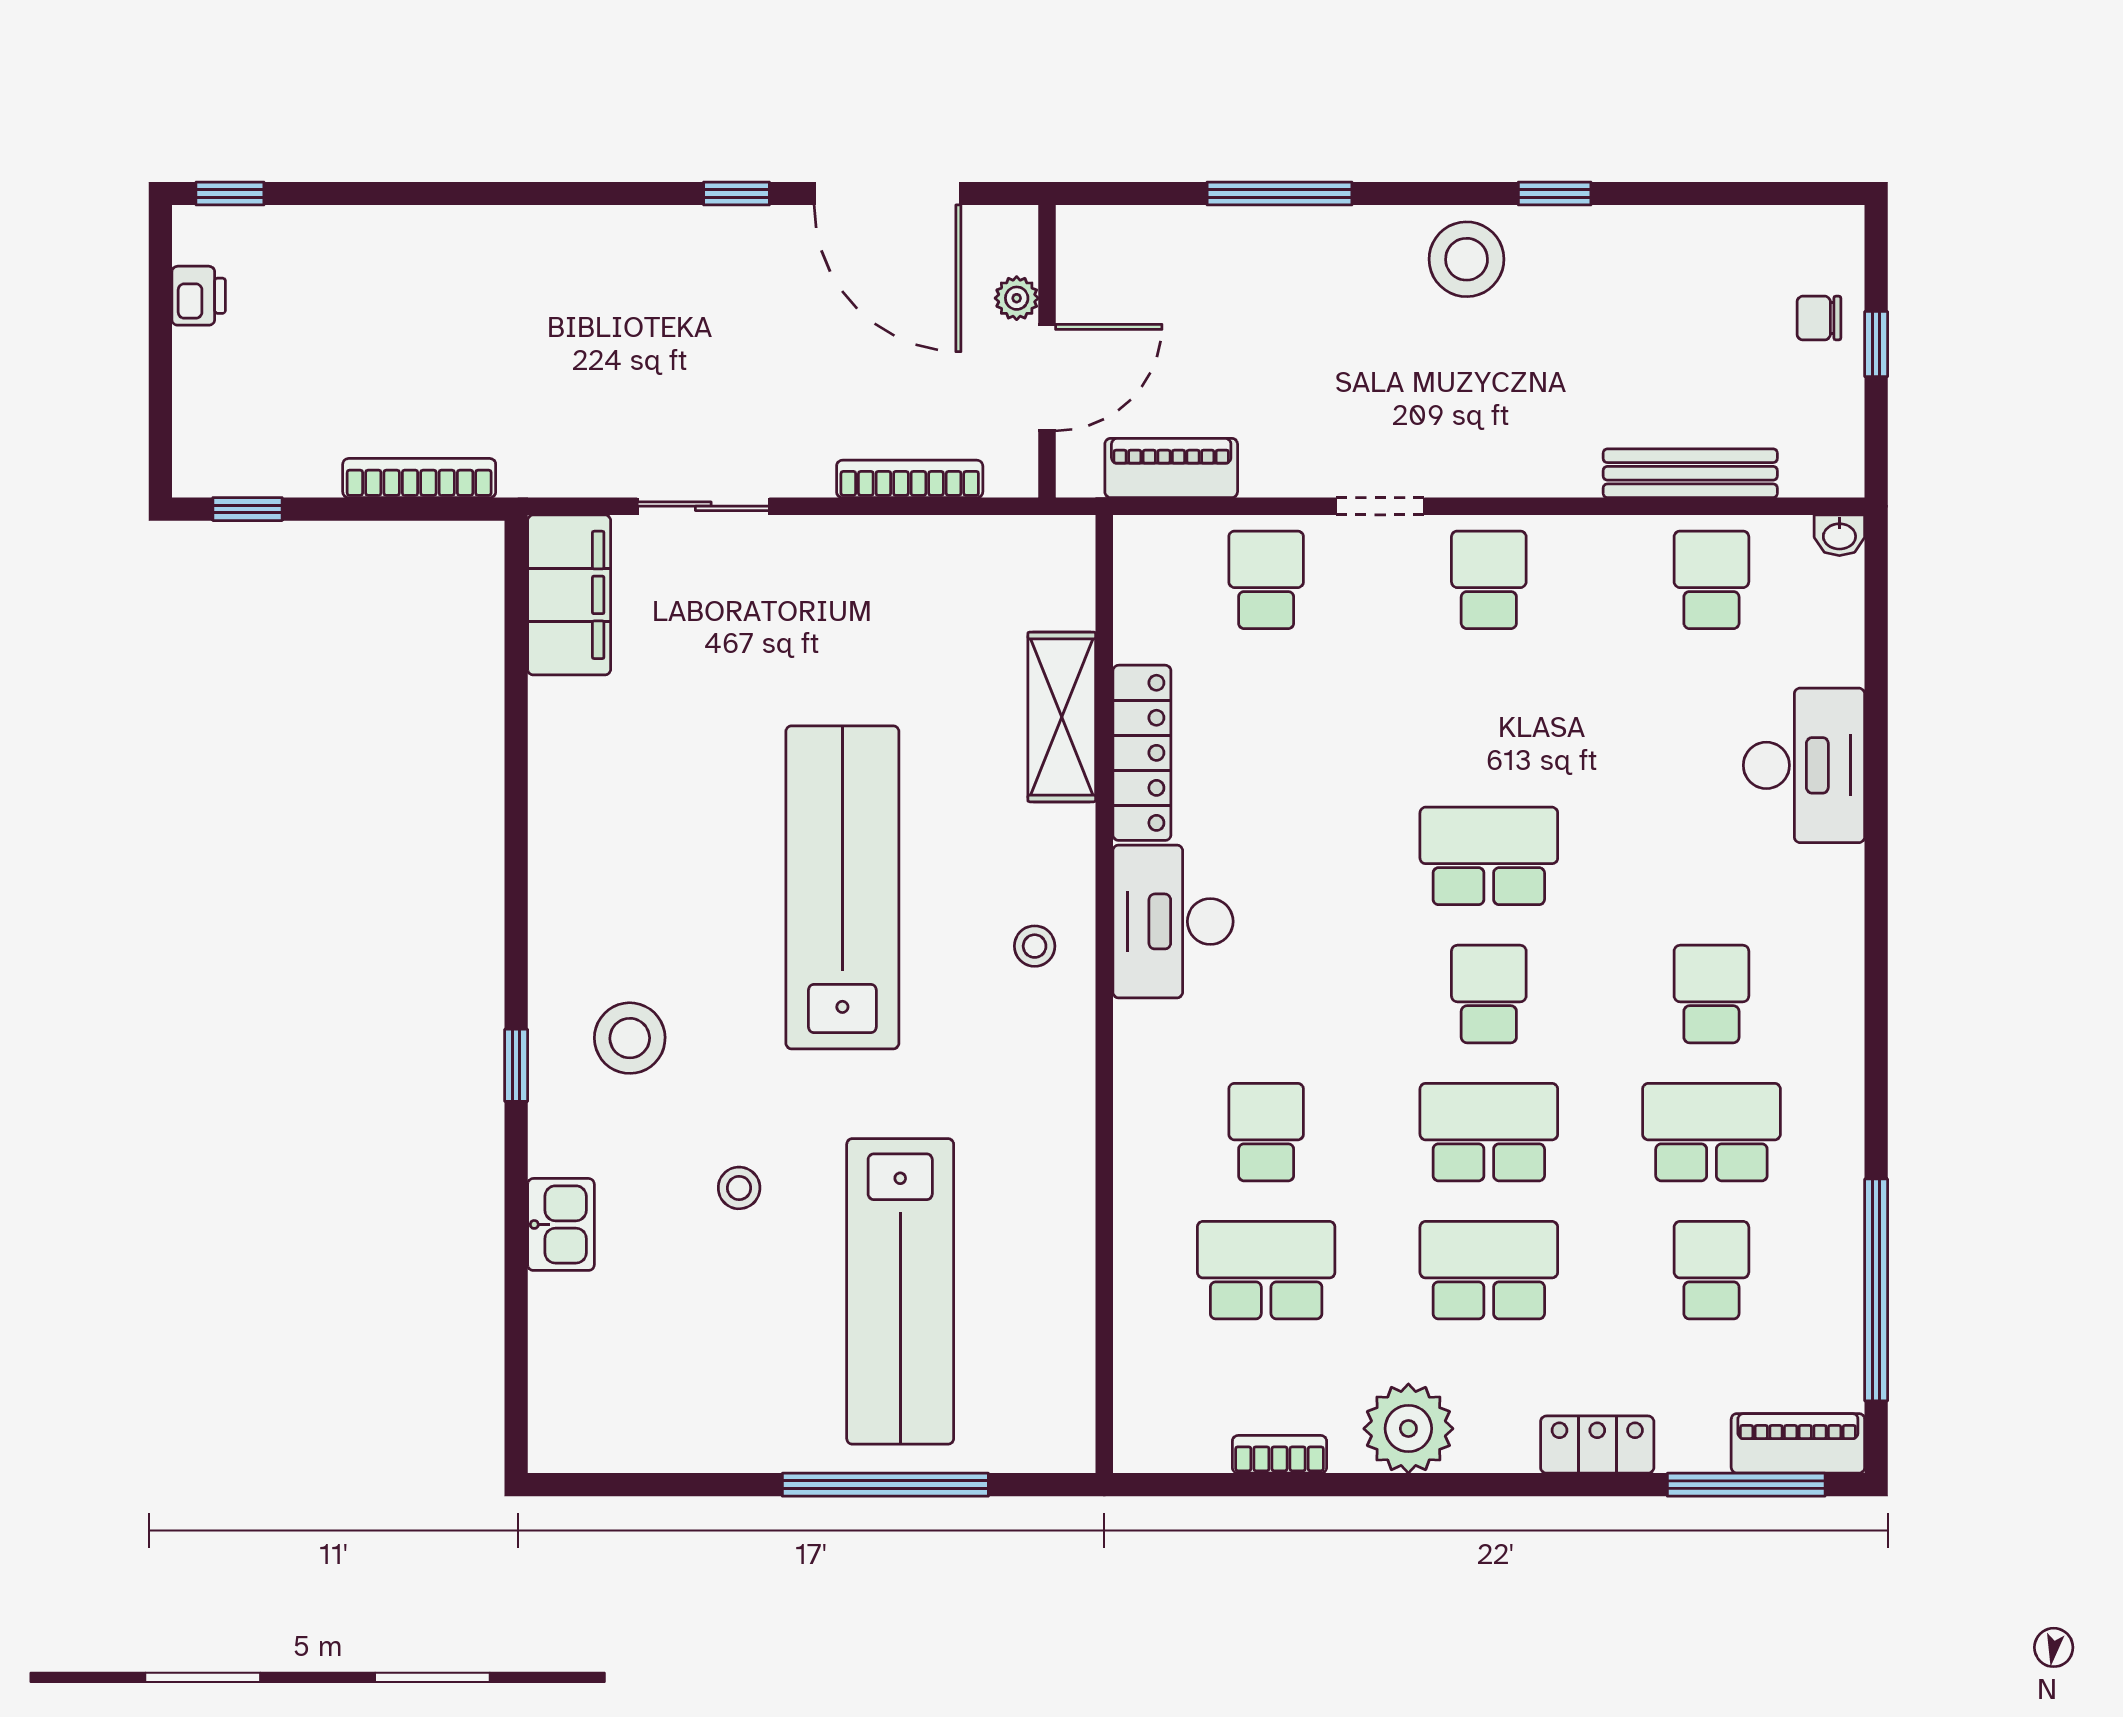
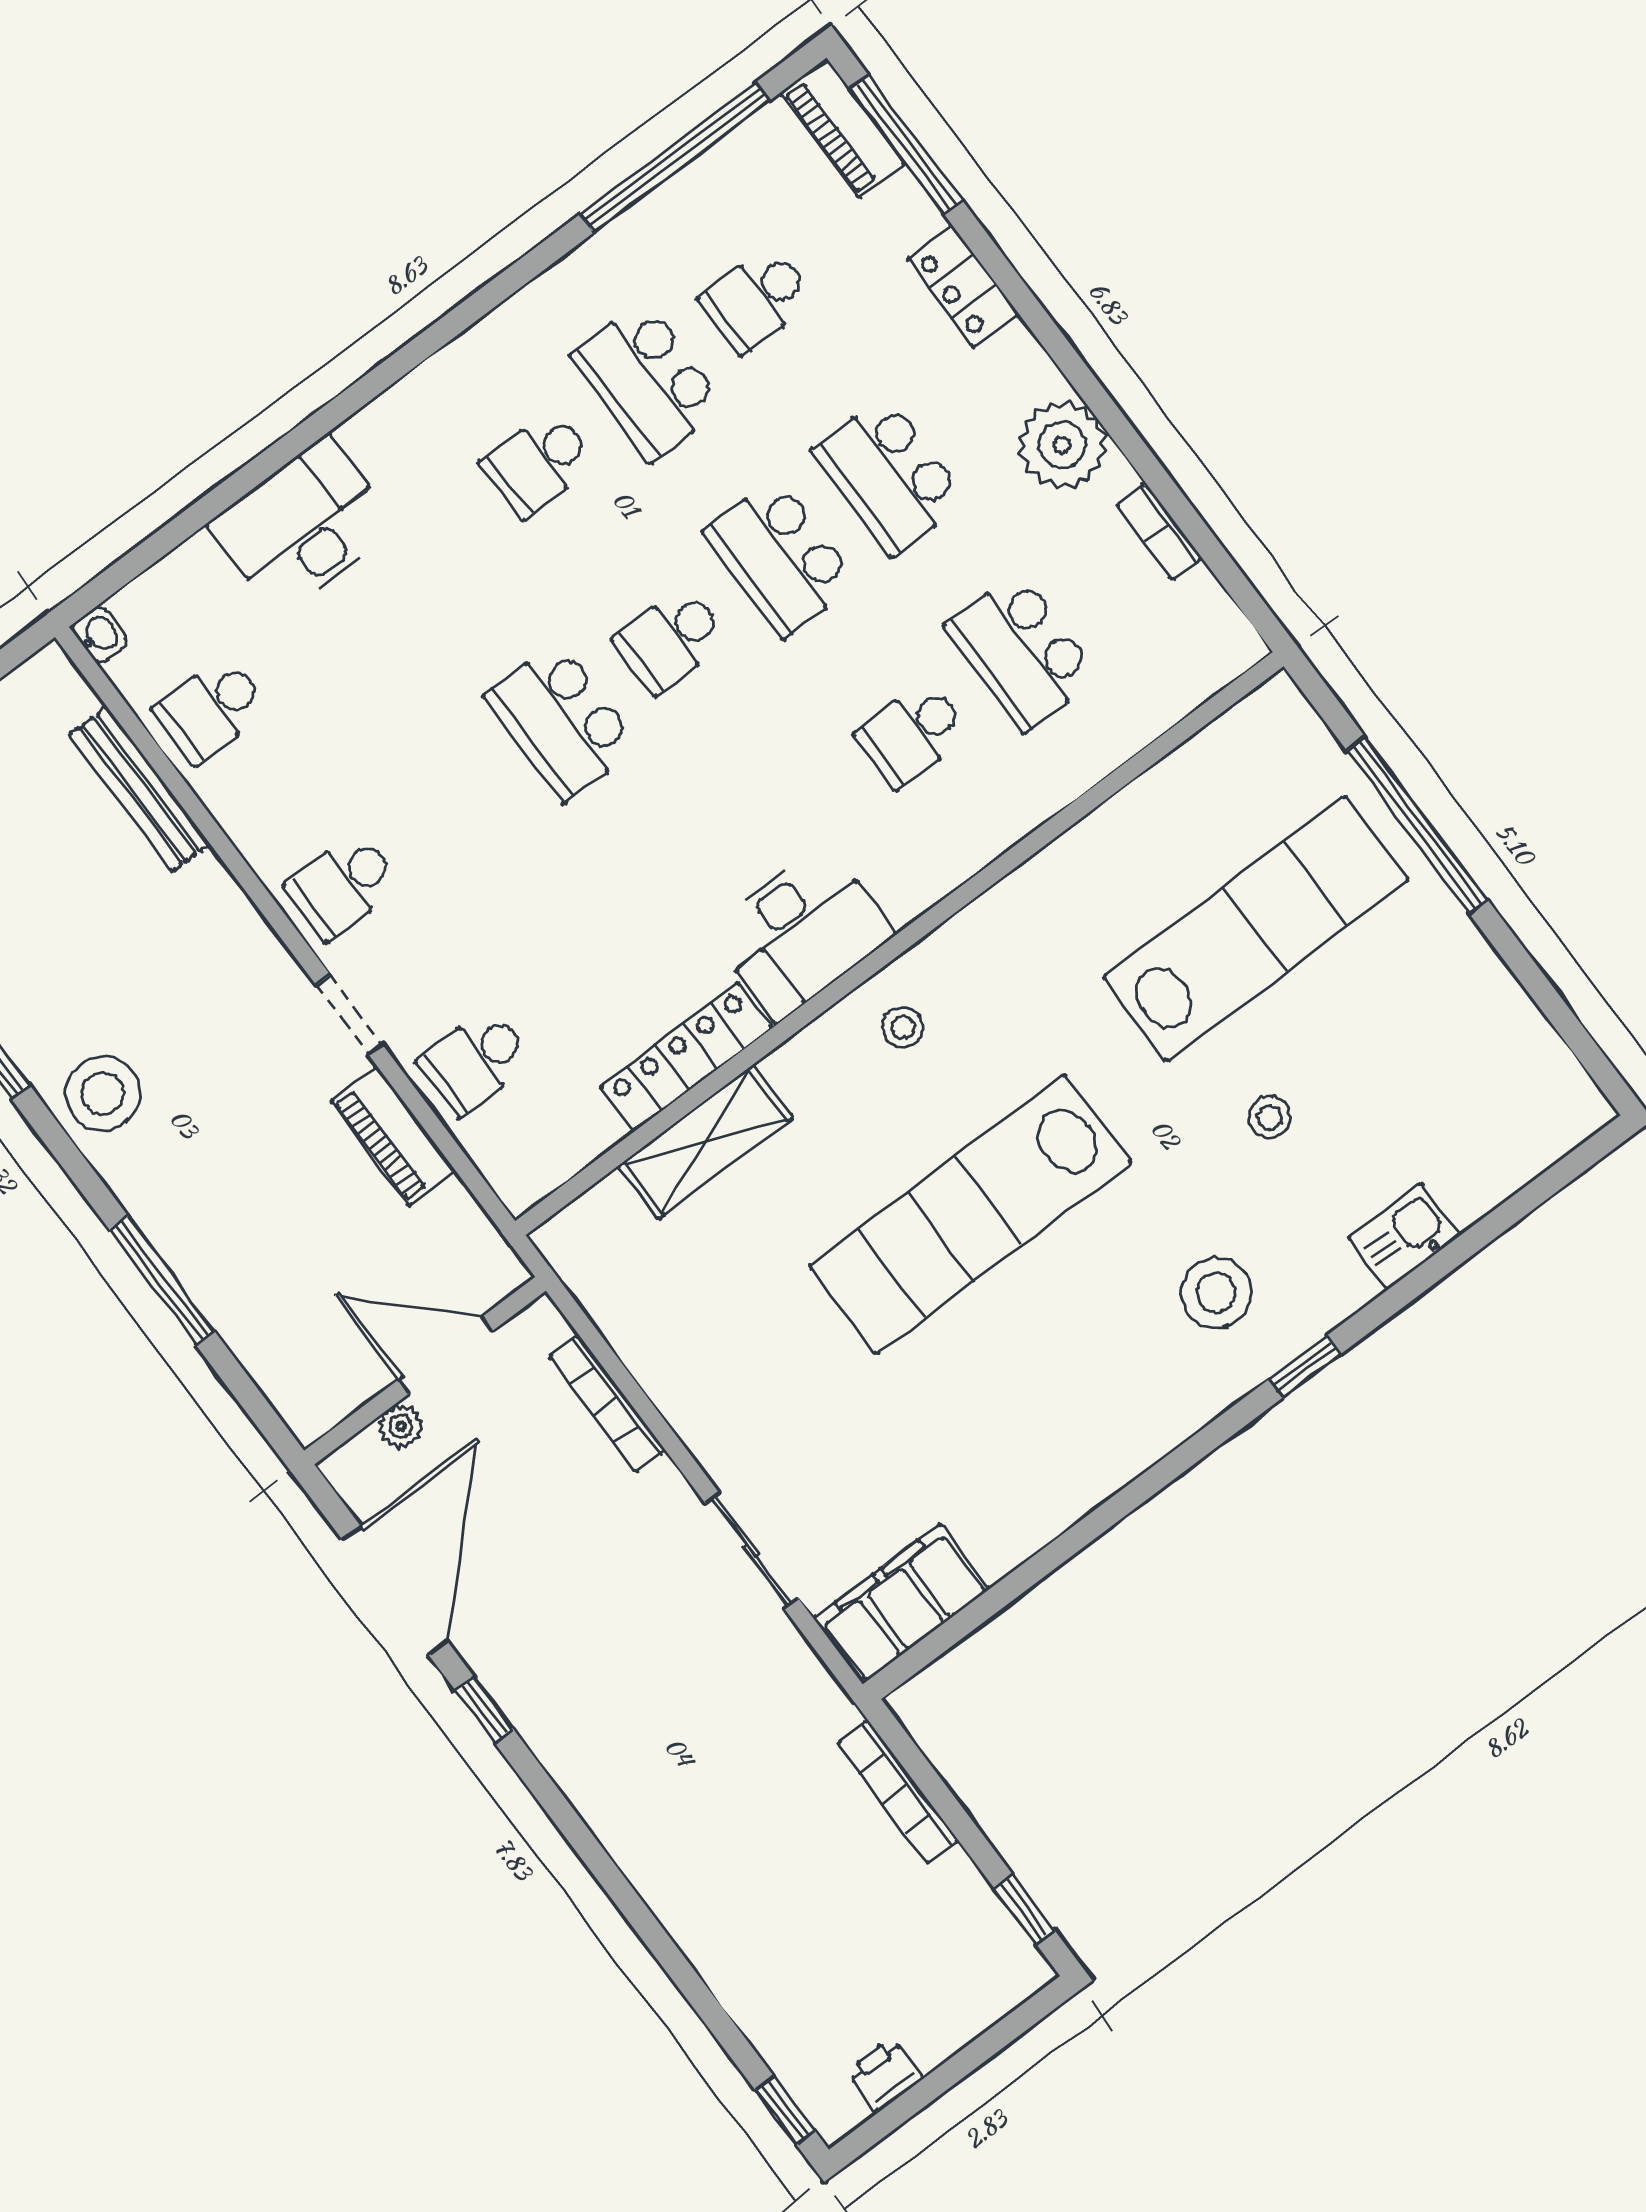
piano: (1171, 468) -> (393, 1136), moved

